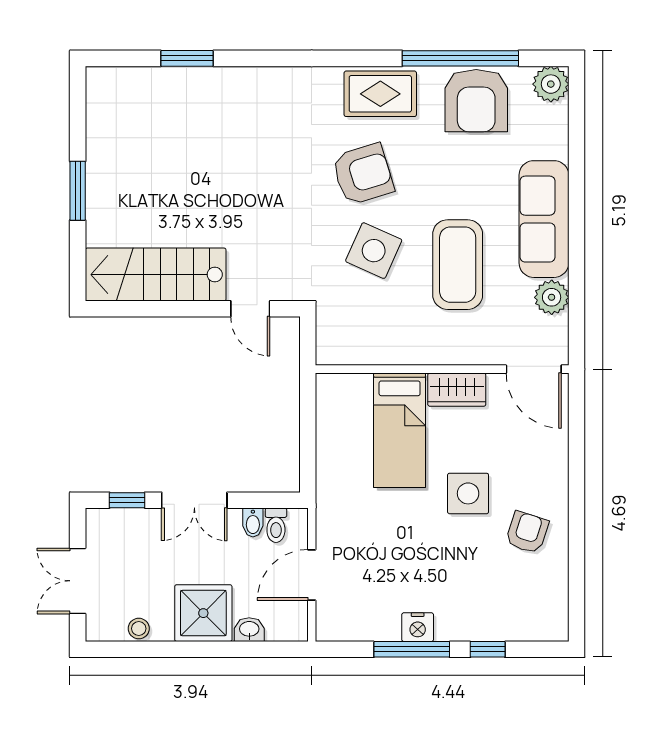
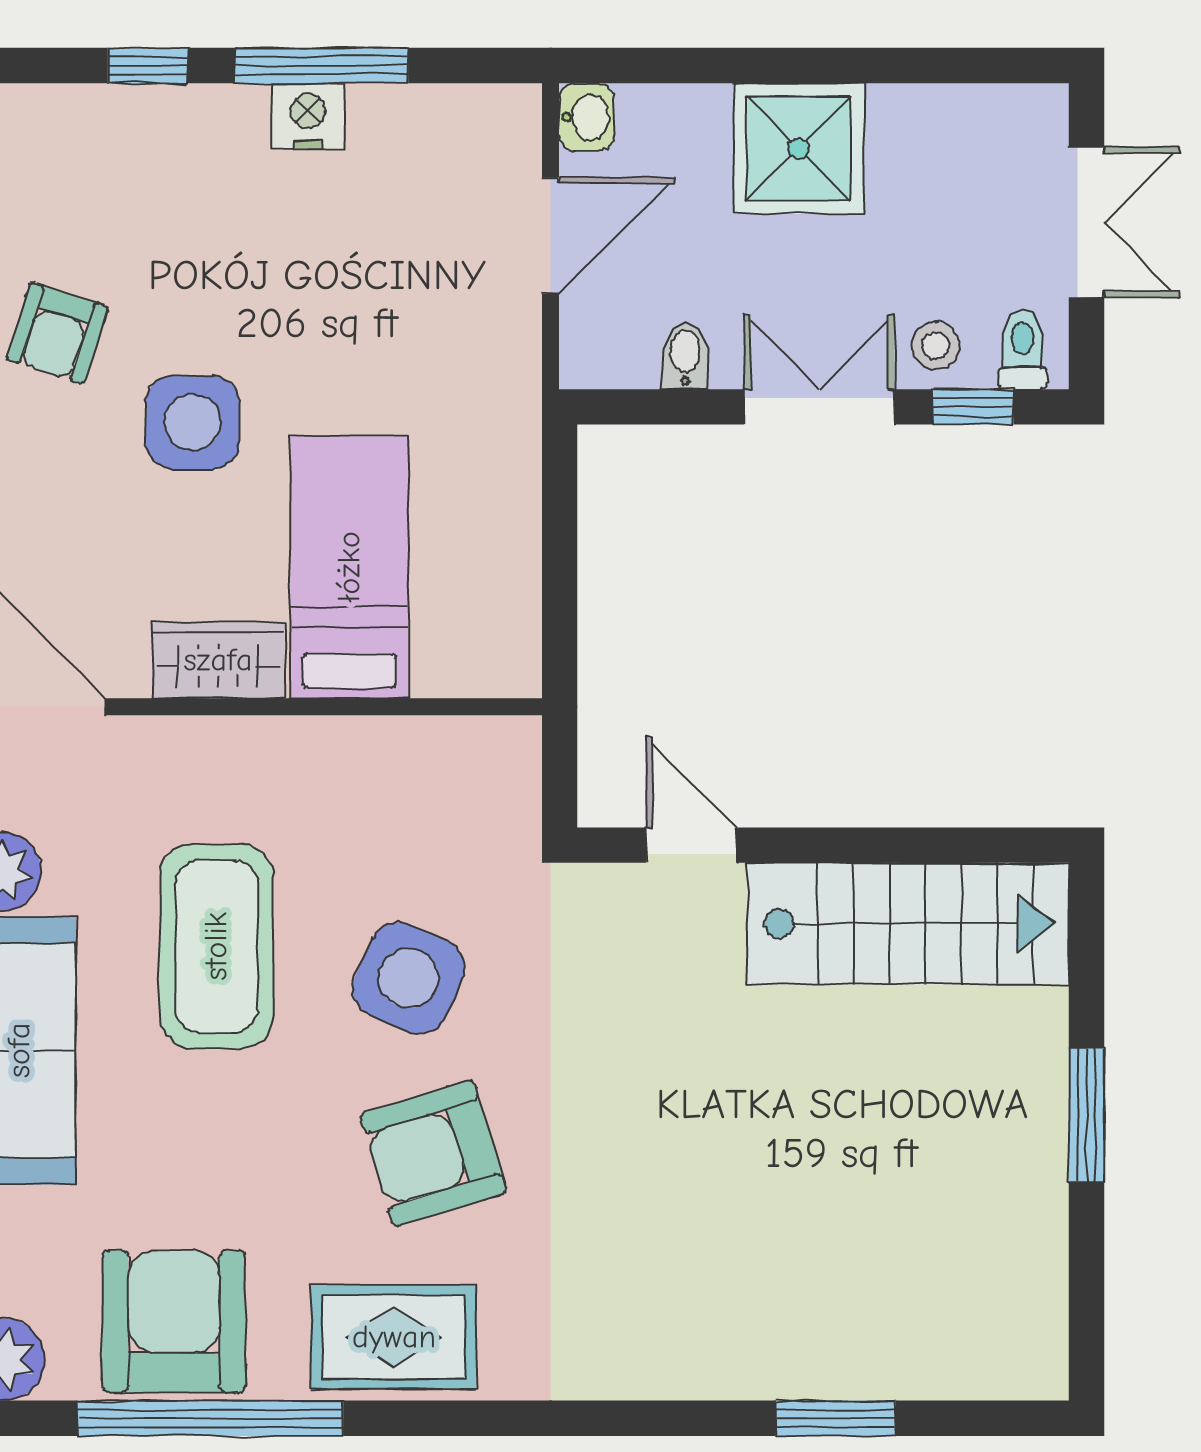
toilet: (276, 525) -> (1023, 350), moved
stool: (139, 629) -> (935, 346), moved
washbasin: (249, 630) -> (587, 117), moved, turned -90

